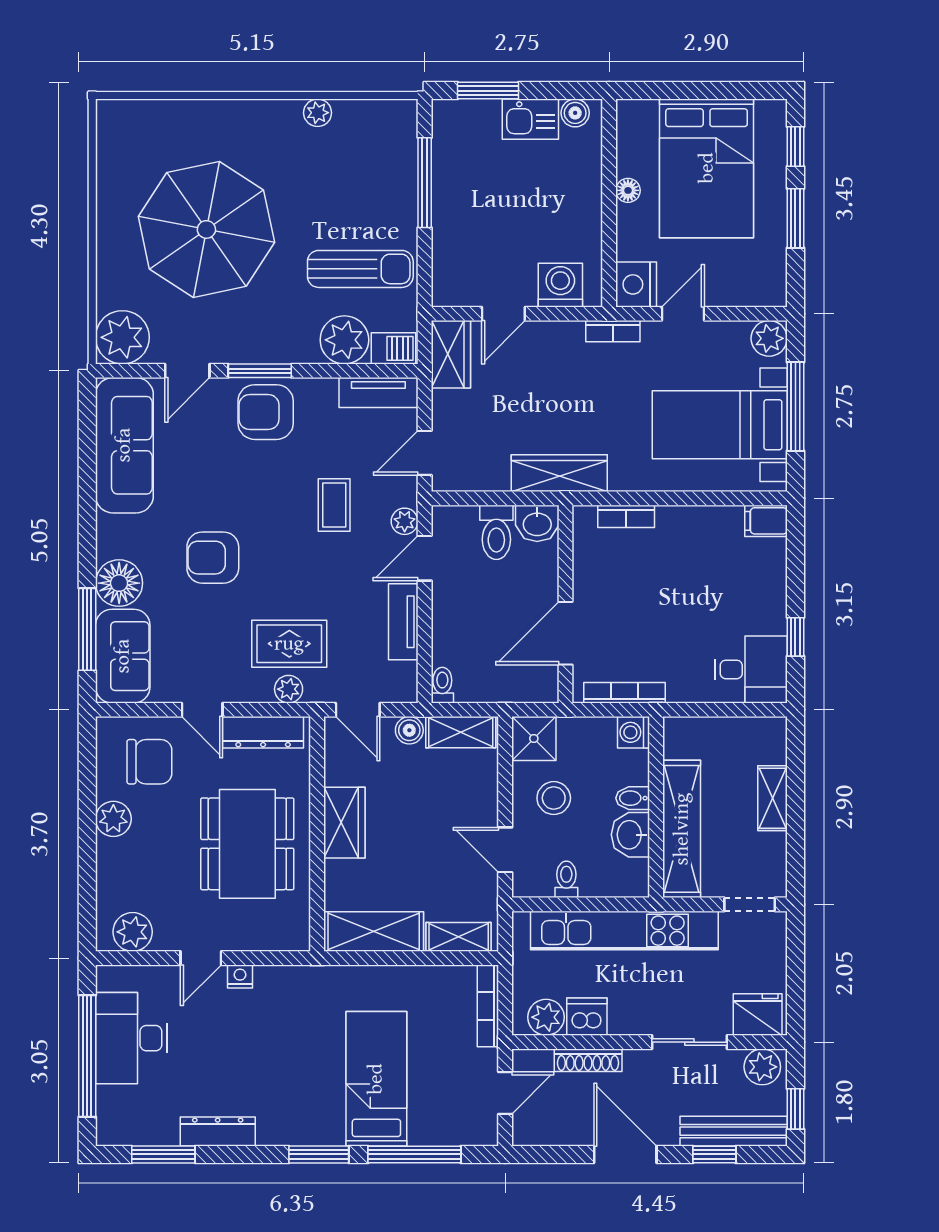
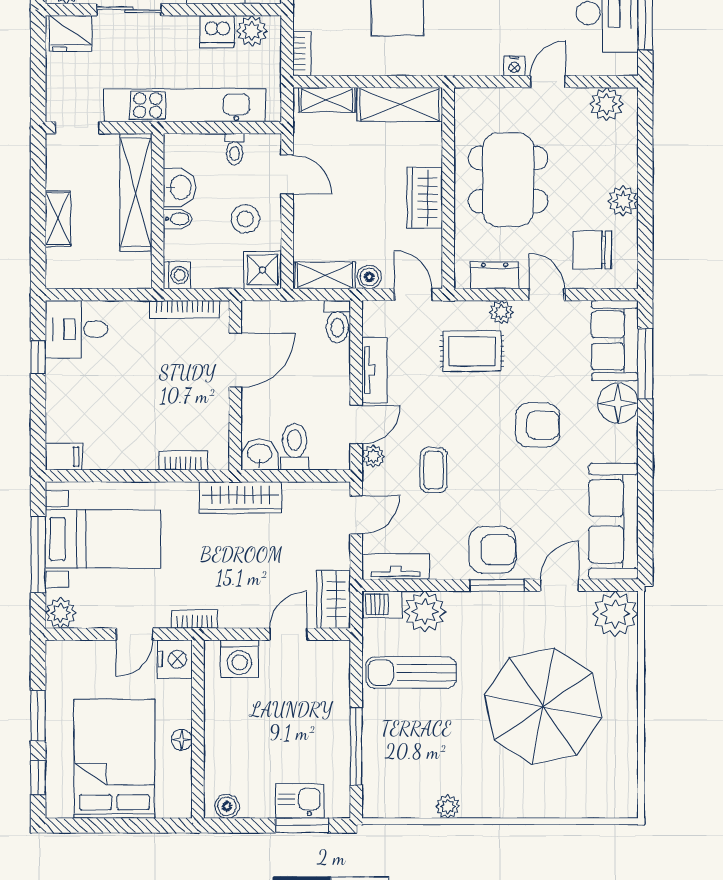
kitchen sink: (530, 119) -> (300, 801), moved
toilet: (442, 685) -> (337, 322), width x1.37, depth x1.39
plant: (289, 689) -> (501, 312), moved
dresser: (263, 732) -> (495, 275), width x0.70
bookcase: (488, 1006) -> (302, 53), width x0.64

